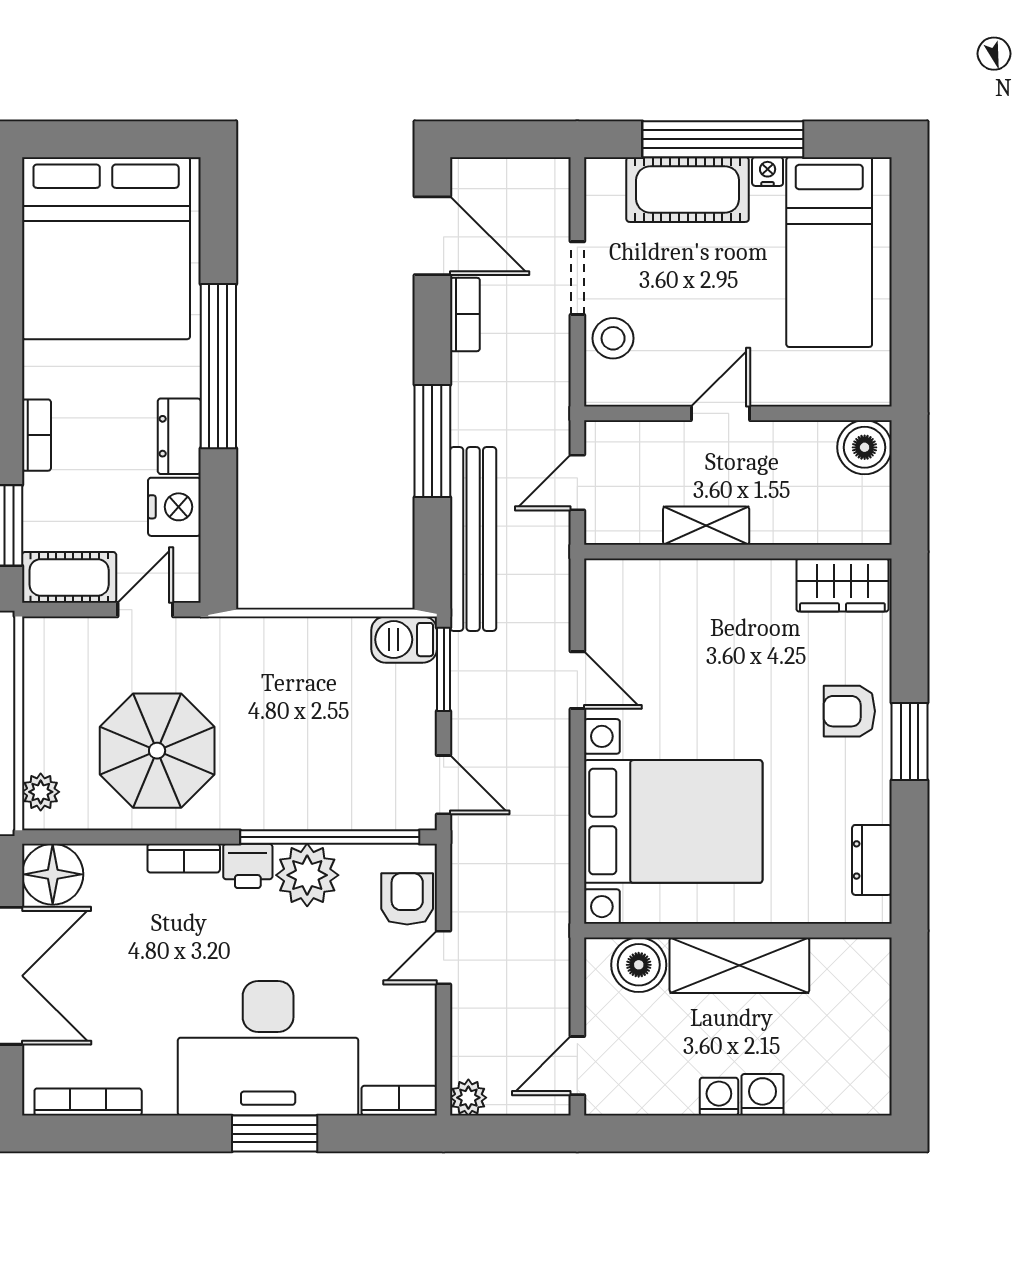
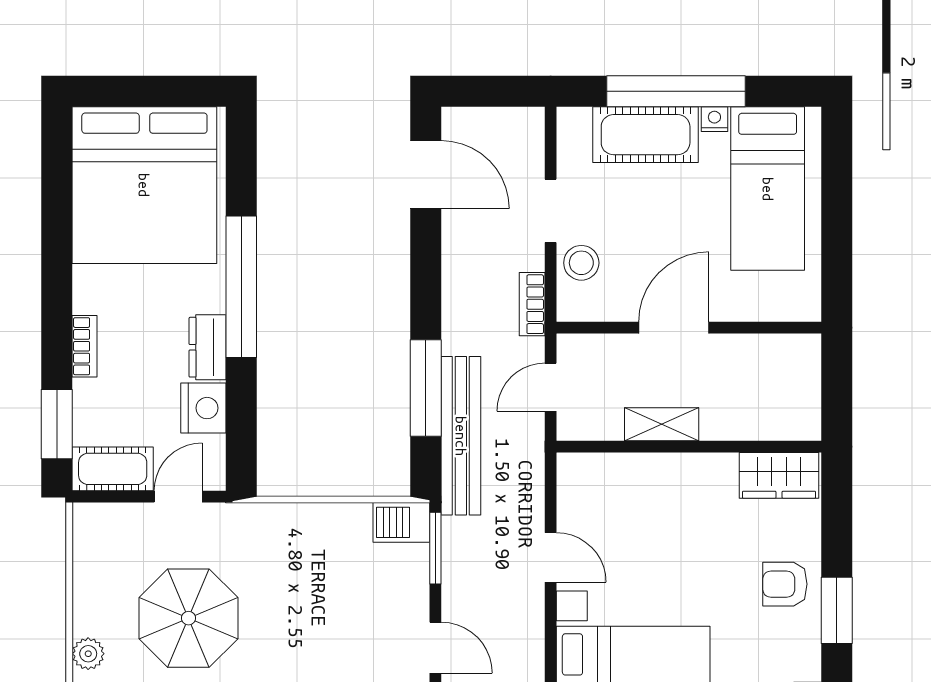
bookcase: (465, 314) -> (532, 304), moved, turned 180
door: (720, 413) -> (674, 328), width x1.38
window: (432, 441) -> (426, 388), moved
boiler: (865, 447) -> (798, 357), removed

